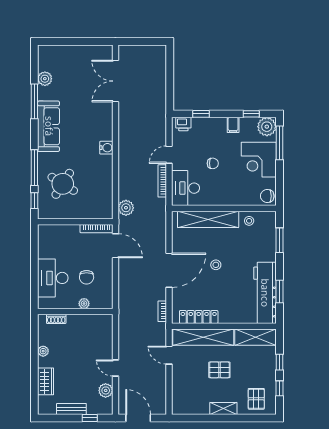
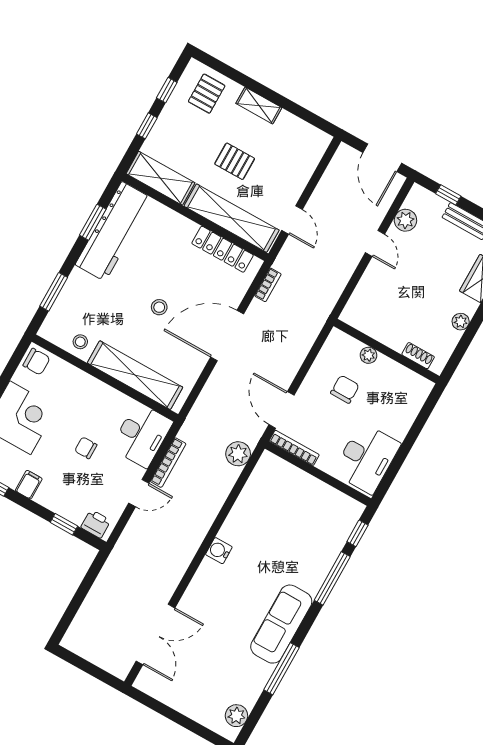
plant: (45, 79) -> (236, 716), moved
round table: (63, 184) -> (306, 535), removed
desk: (53, 278) -> (367, 458), moved

